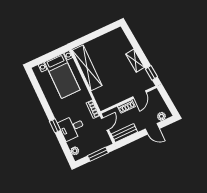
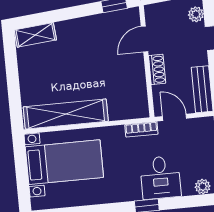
shelving: (135, 61) -> (35, 35), moved
door: (140, 95) -> (145, 39), swing flipped

